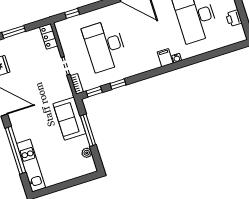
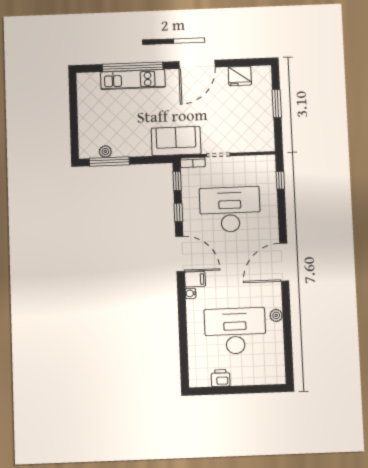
locker: (49, 36) -> (260, 144), removed
door: (149, 74) -> (180, 254), added
sofa: (69, 119) -> (176, 141), moved
window: (88, 130) -> (109, 161), moved
kitchen unit: (31, 166) -> (133, 80), moved

